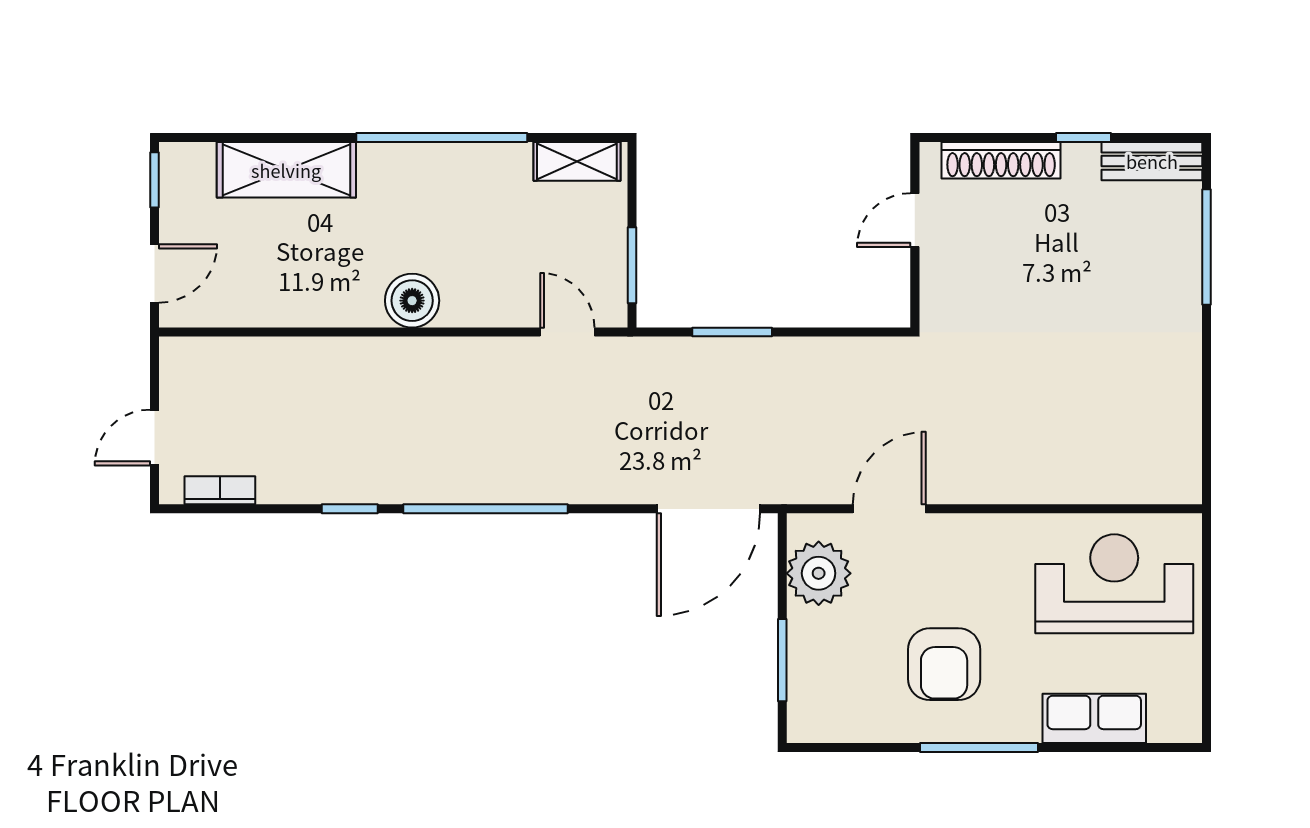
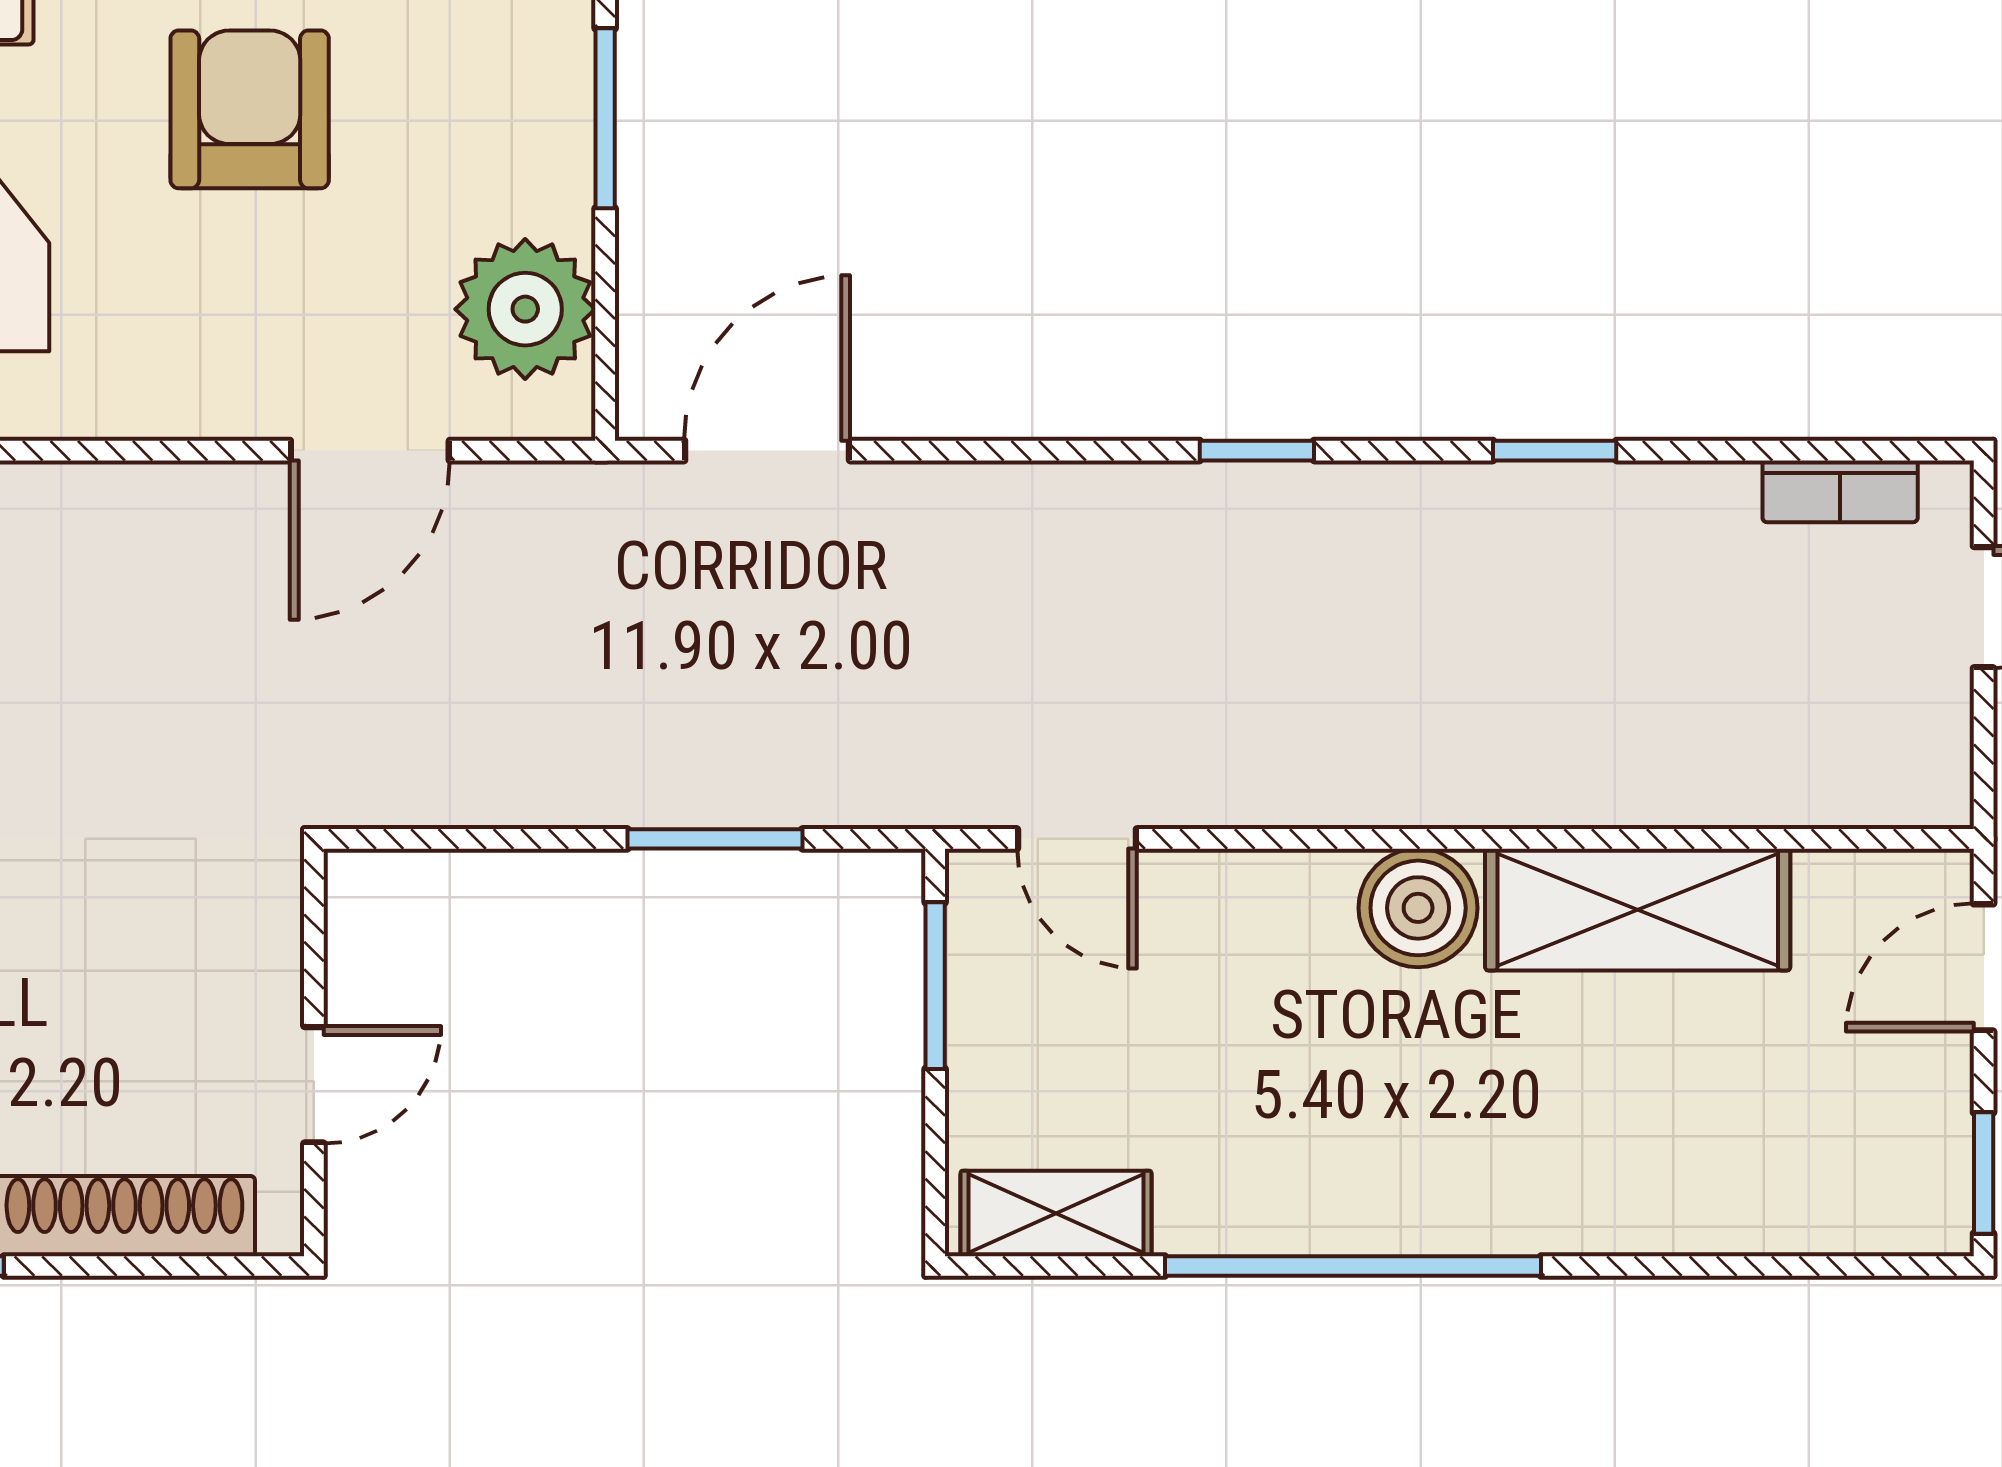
shelving: (286, 170) -> (1638, 910), moved
window: (485, 509) -> (1257, 451), width x0.32
door: (708, 509) -> (767, 451), width x0.73

